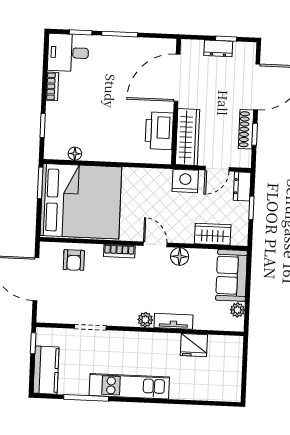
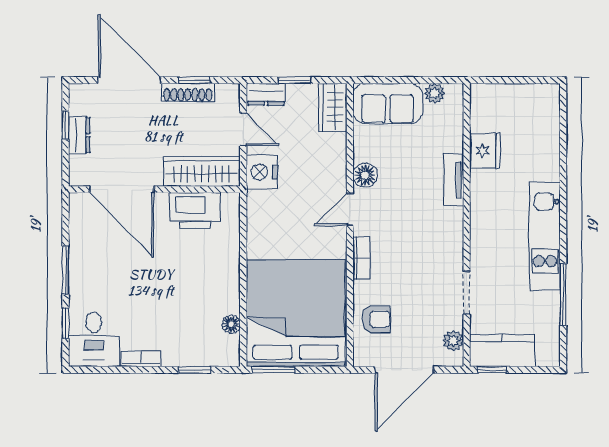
wardrobe: (213, 234) -> (333, 108), moved
plant: (145, 320) -> (453, 341), moved
kitchen counter: (46, 370) -> (502, 350), moved

